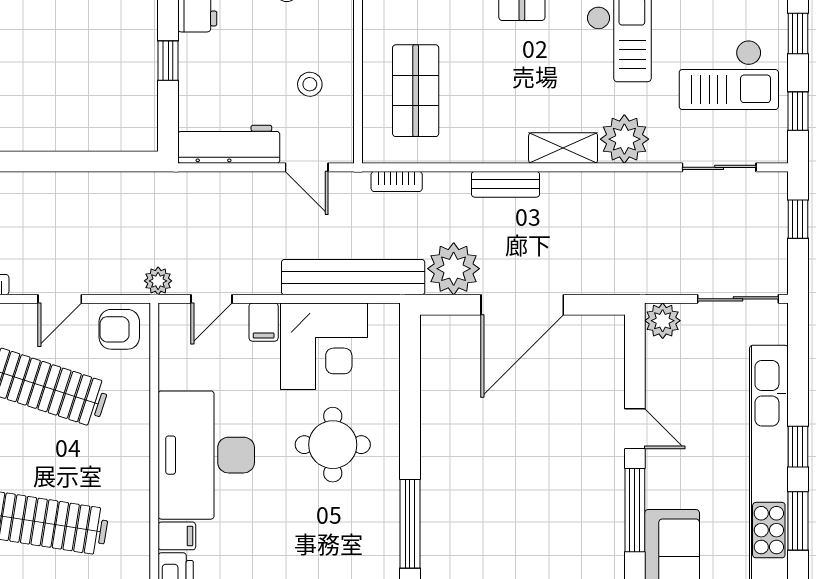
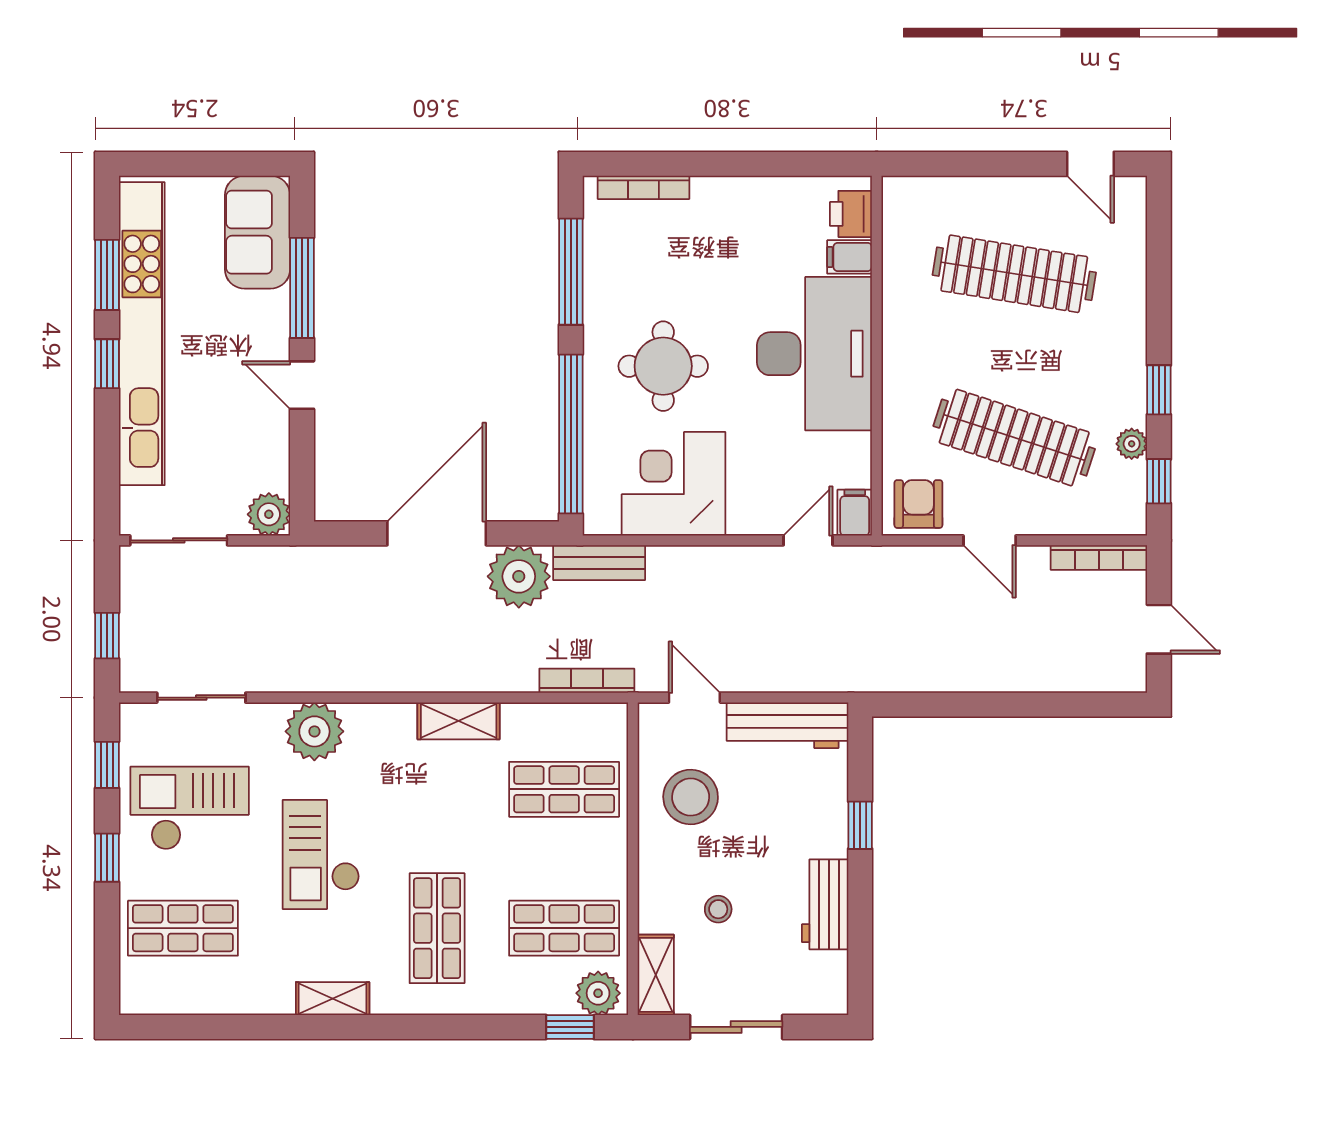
stool: (310, 84) -> (691, 797), width x1.89, depth x1.89
shop shelf: (416, 91) -> (564, 789), turned 90
shelving: (563, 148) -> (459, 721), moved
bookcase: (397, 182) -> (587, 681), width x1.56
bench: (506, 184) -> (457, 677), removed
bench: (353, 277) -> (599, 563), width x0.54, depth x0.82
plant: (158, 281) -> (872, 562), removed
door: (60, 299) -> (990, 540), swing flipped
filing cabinet: (264, 322) -> (855, 513), moved
armchair: (119, 329) -> (918, 504), turned -90
window: (410, 388) -> (571, 434), added

